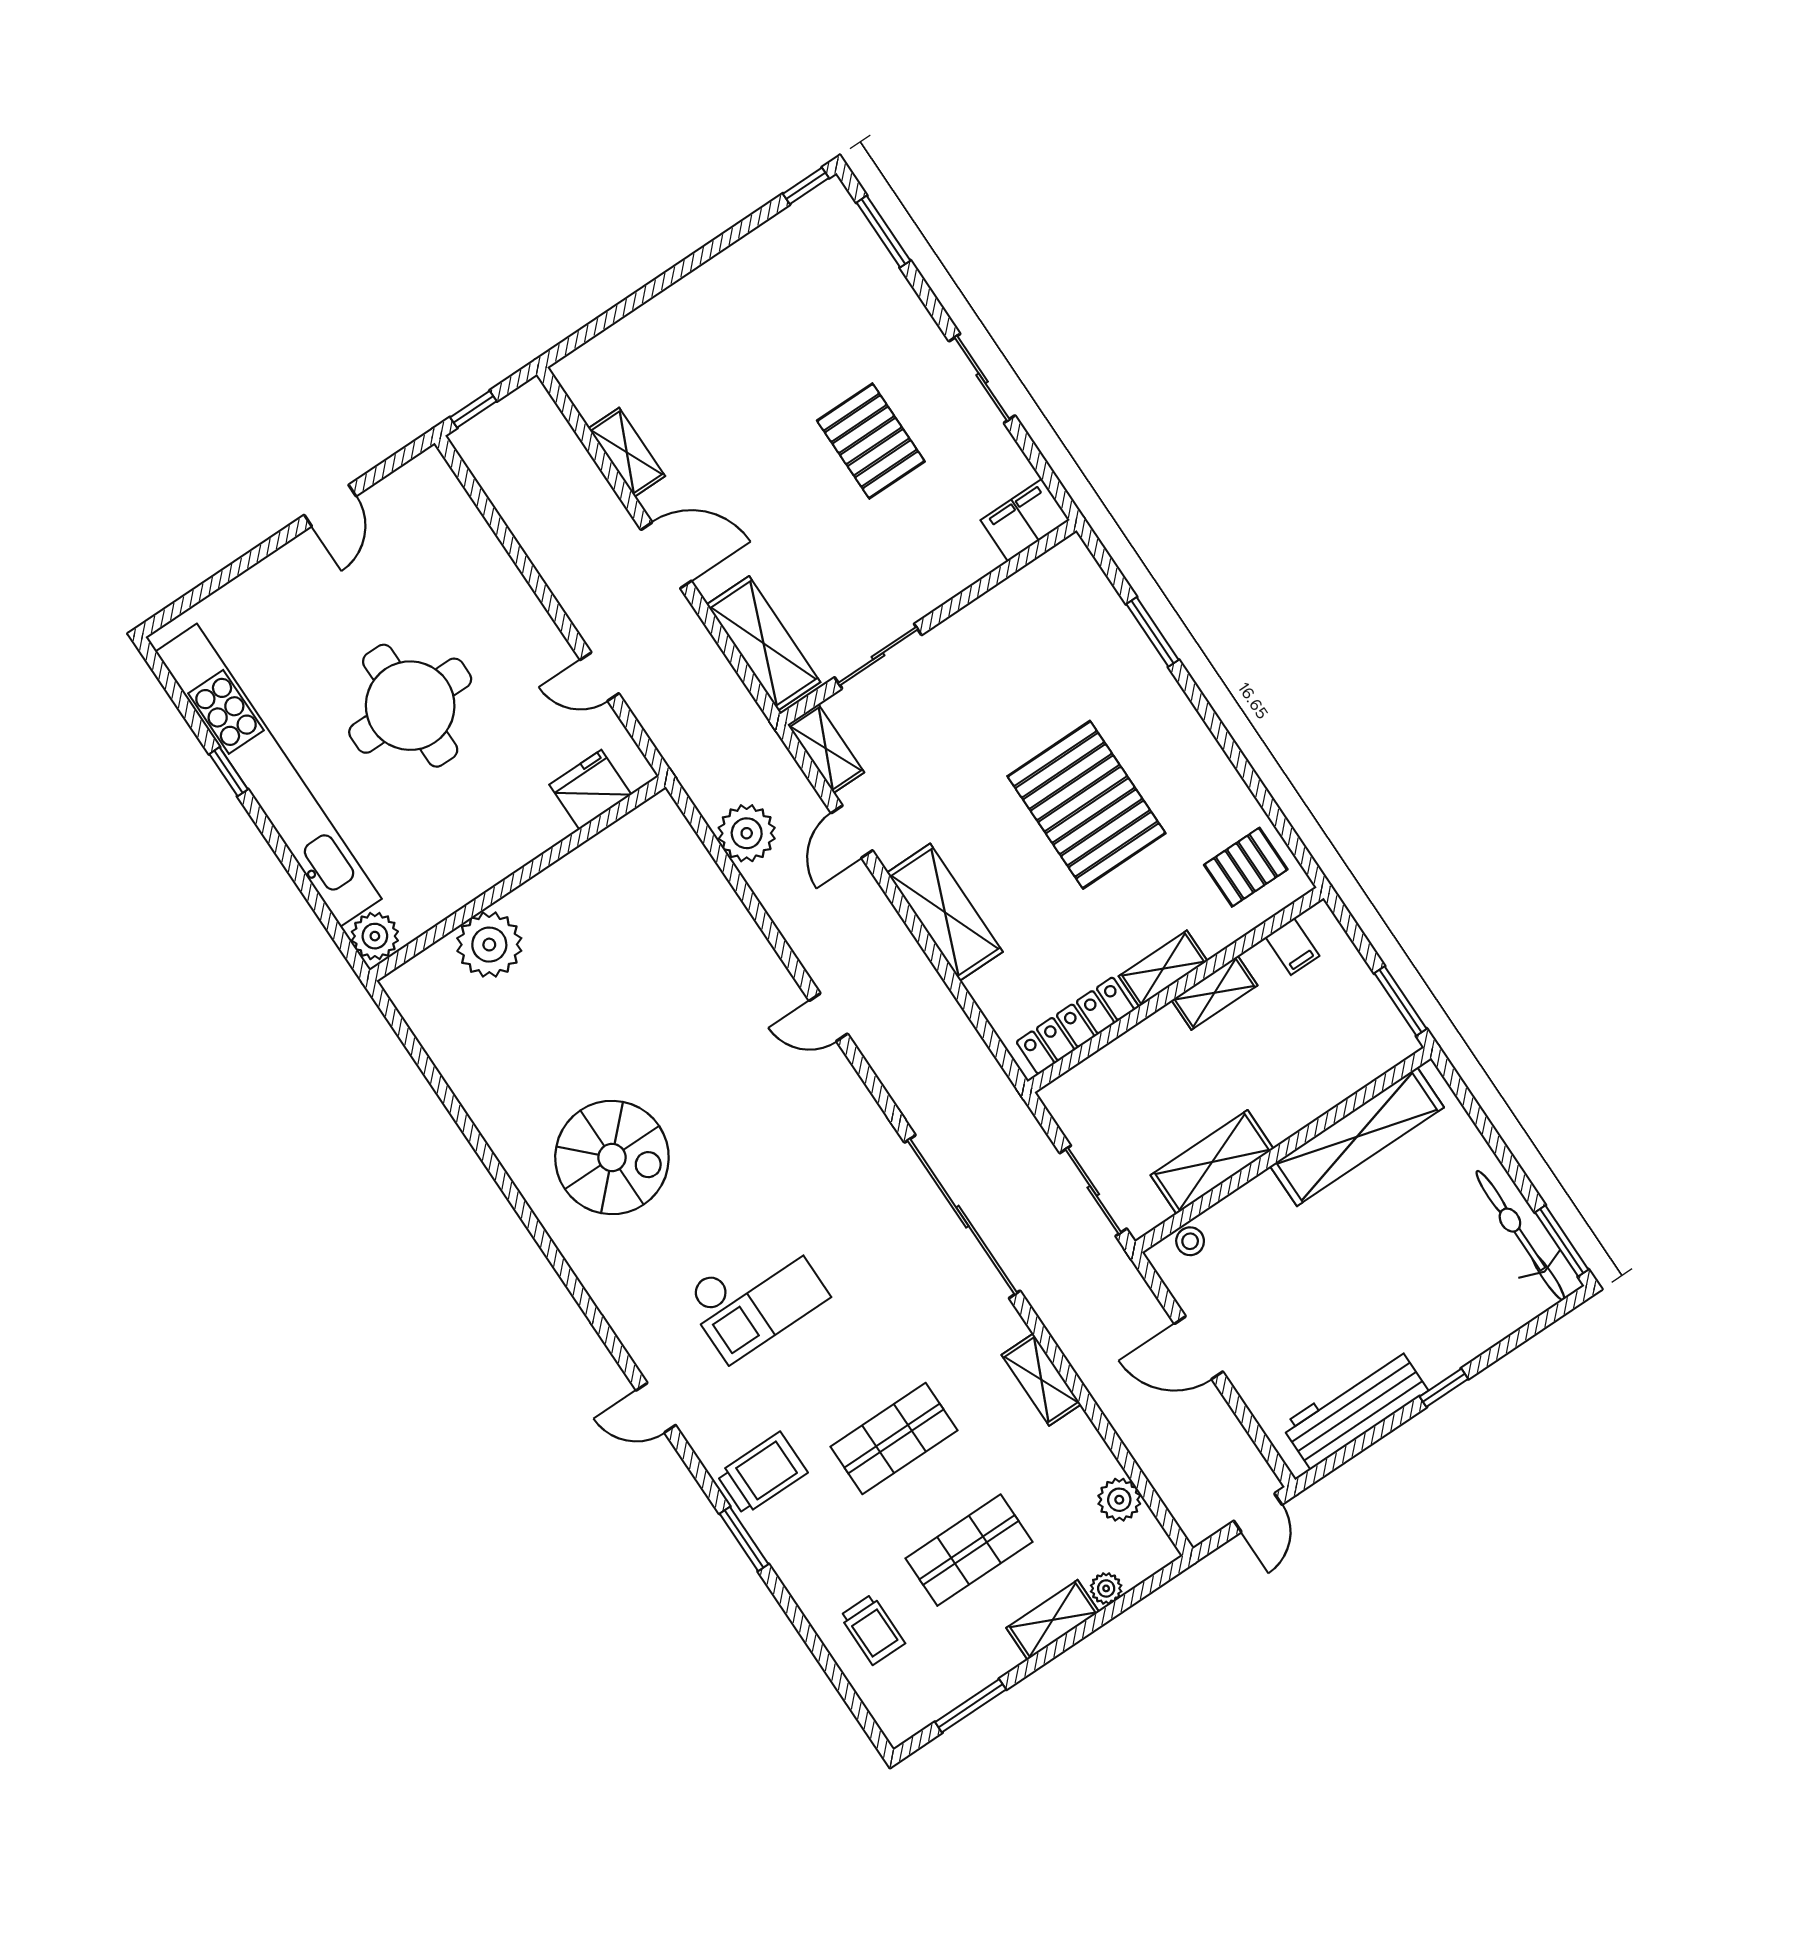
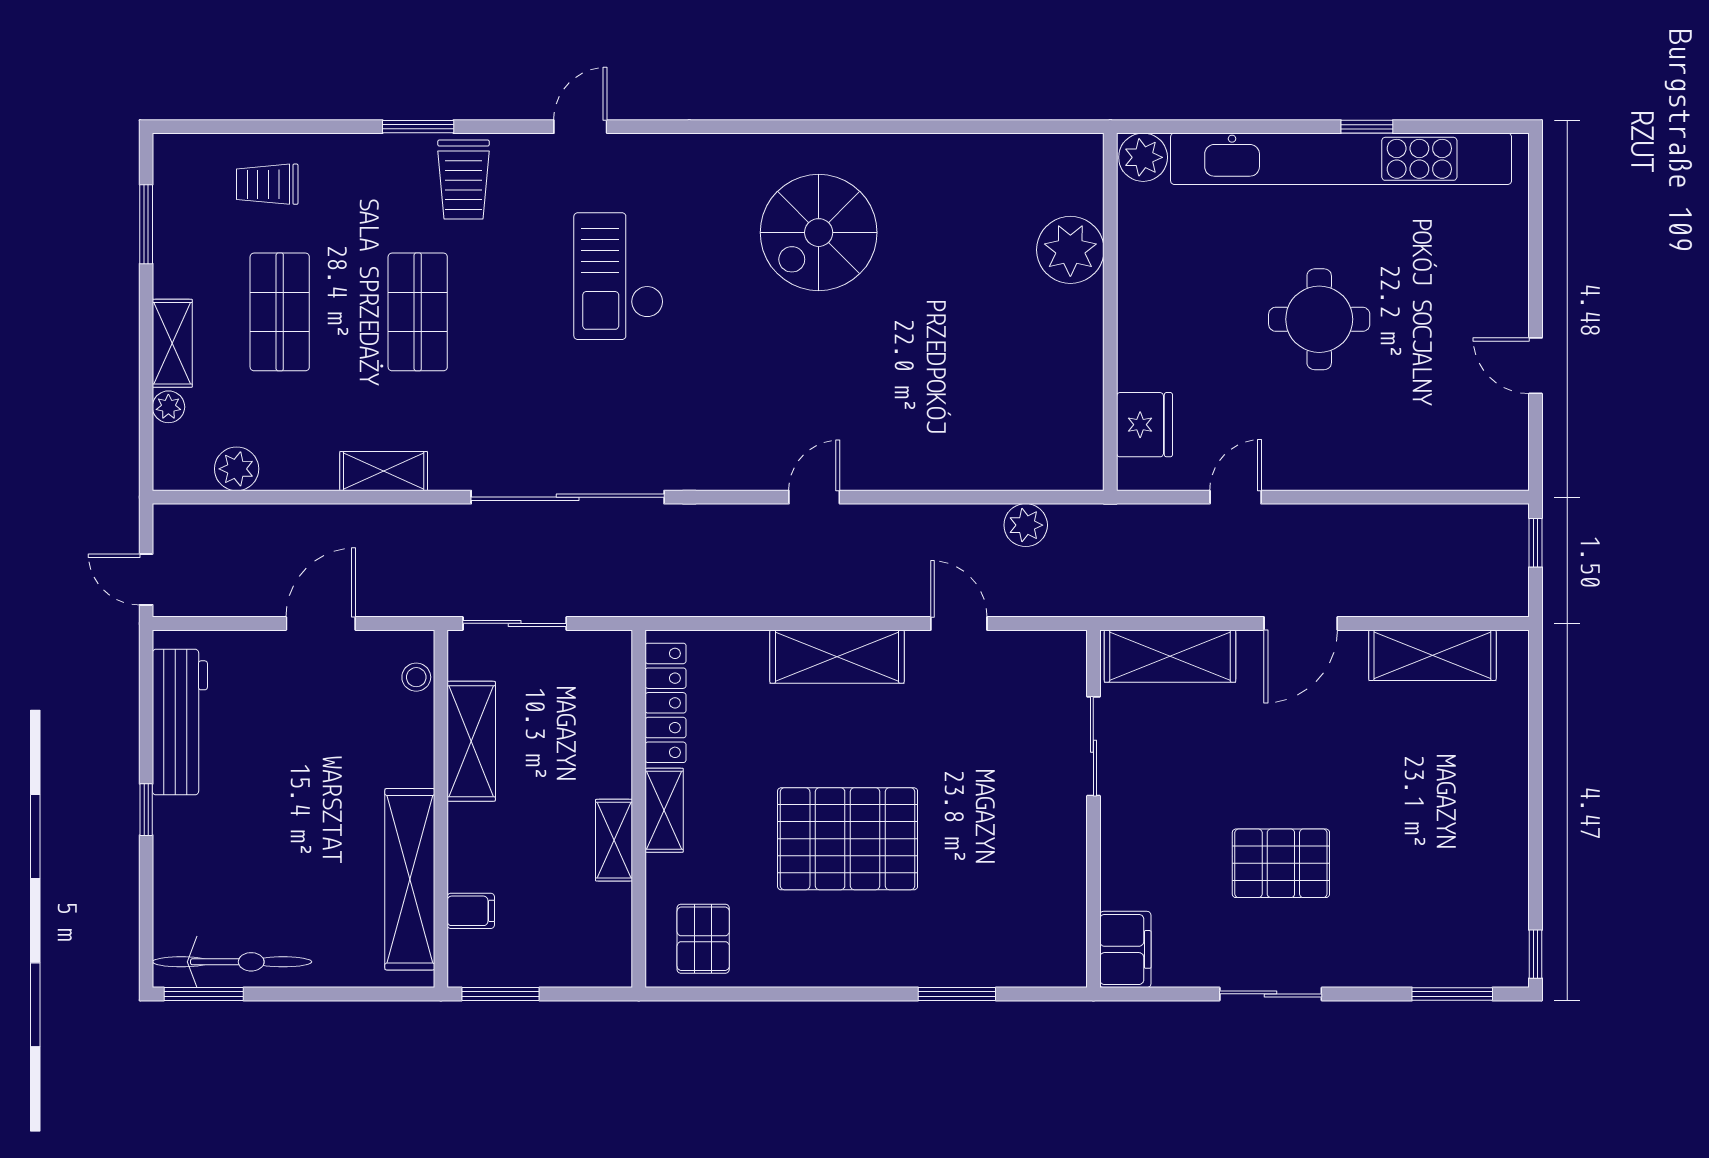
shelving: (627, 452) -> (1432, 655), width x1.50, depth x1.33
round table: (410, 706) -> (1319, 319), width x0.73, depth x0.73
shelving: (826, 748) -> (1045, 649), removed
plant: (747, 833) -> (1026, 525), width x0.73, depth x0.73
filing cabinet: (1292, 946) -> (471, 911), moved, turned 180

